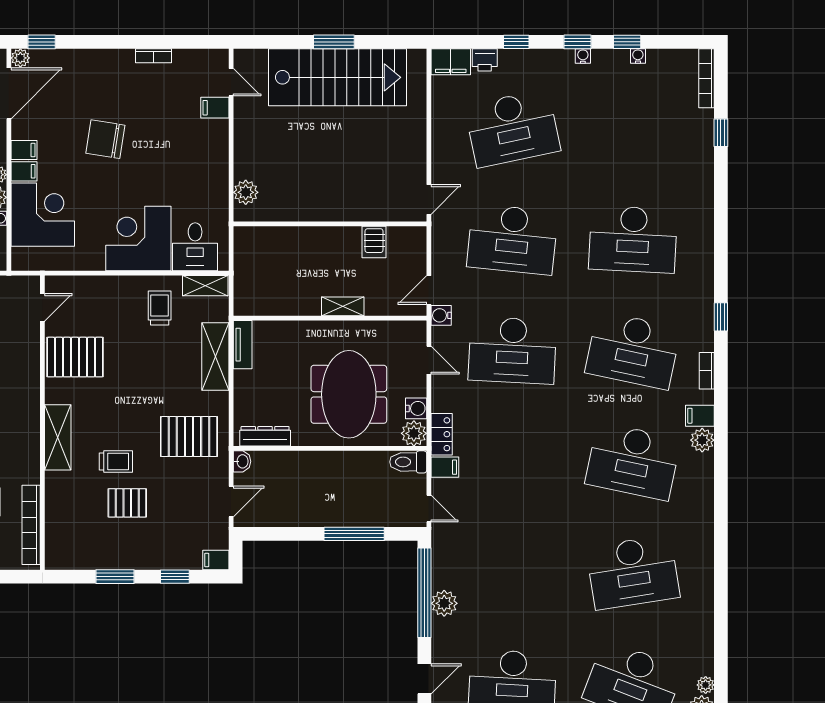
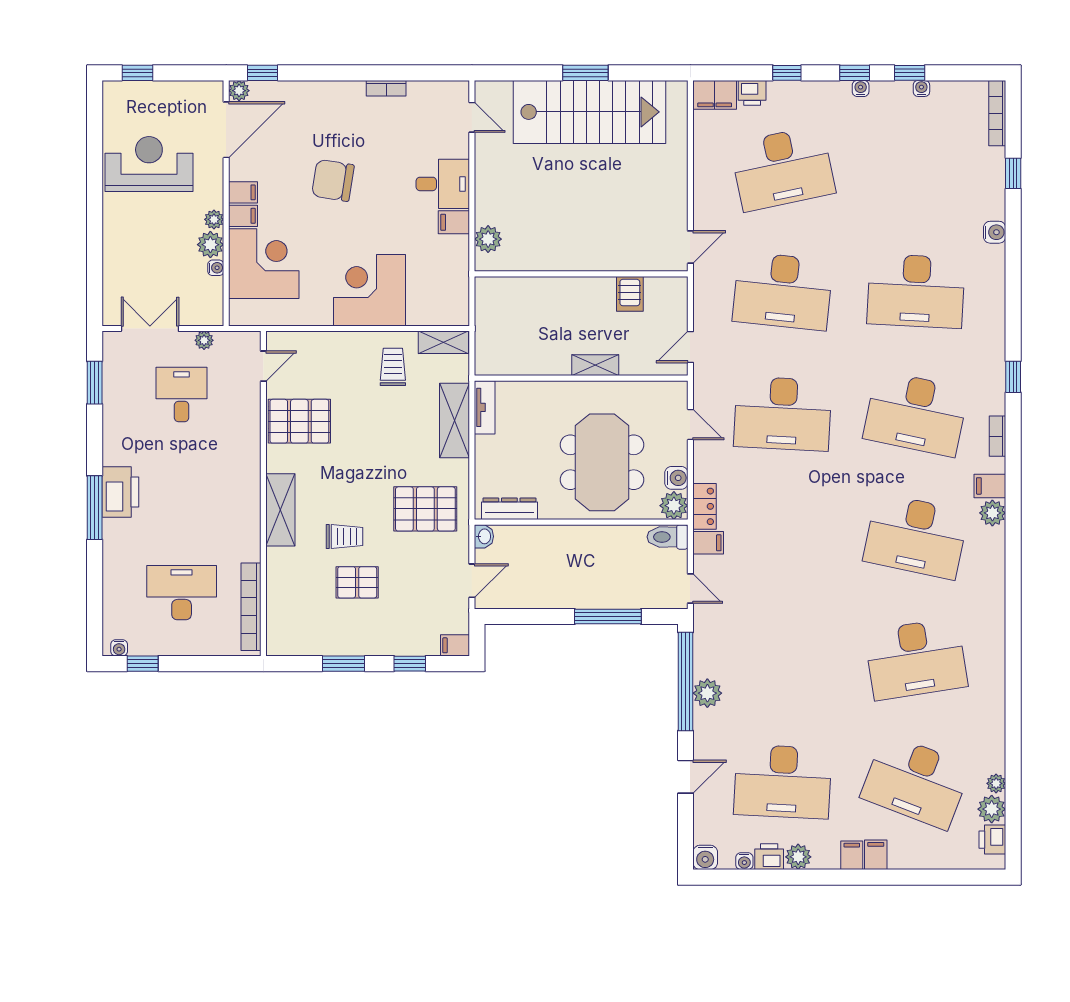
filing cabinet: (215, 108) -> (454, 222), moved
desk: (195, 247) -> (443, 184), moved, turned -90
water cooler: (441, 315) -> (995, 232), moved, turned 180

